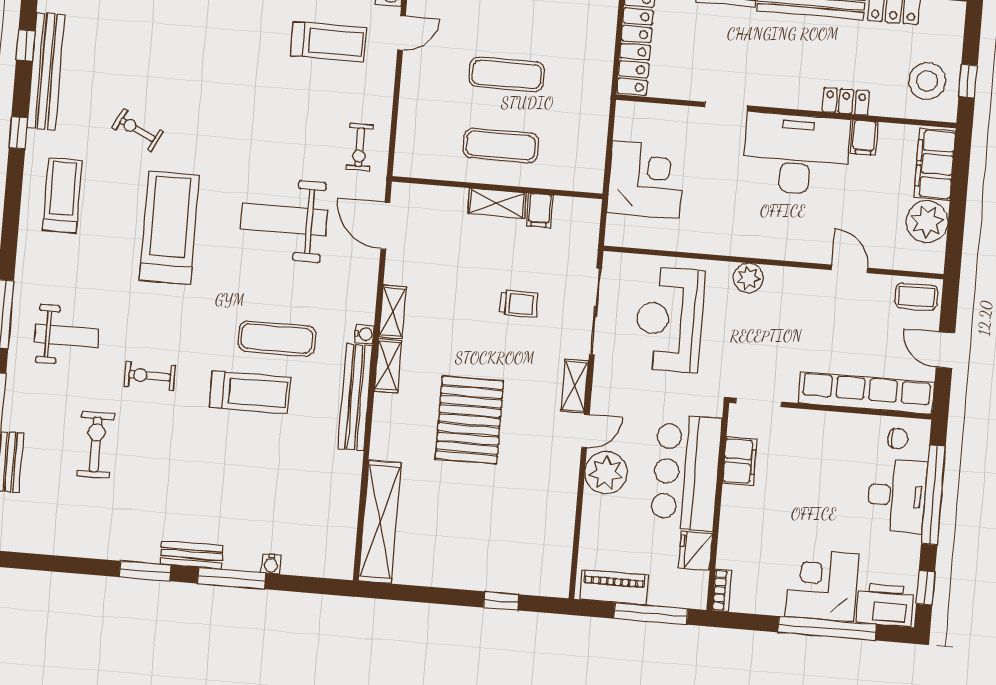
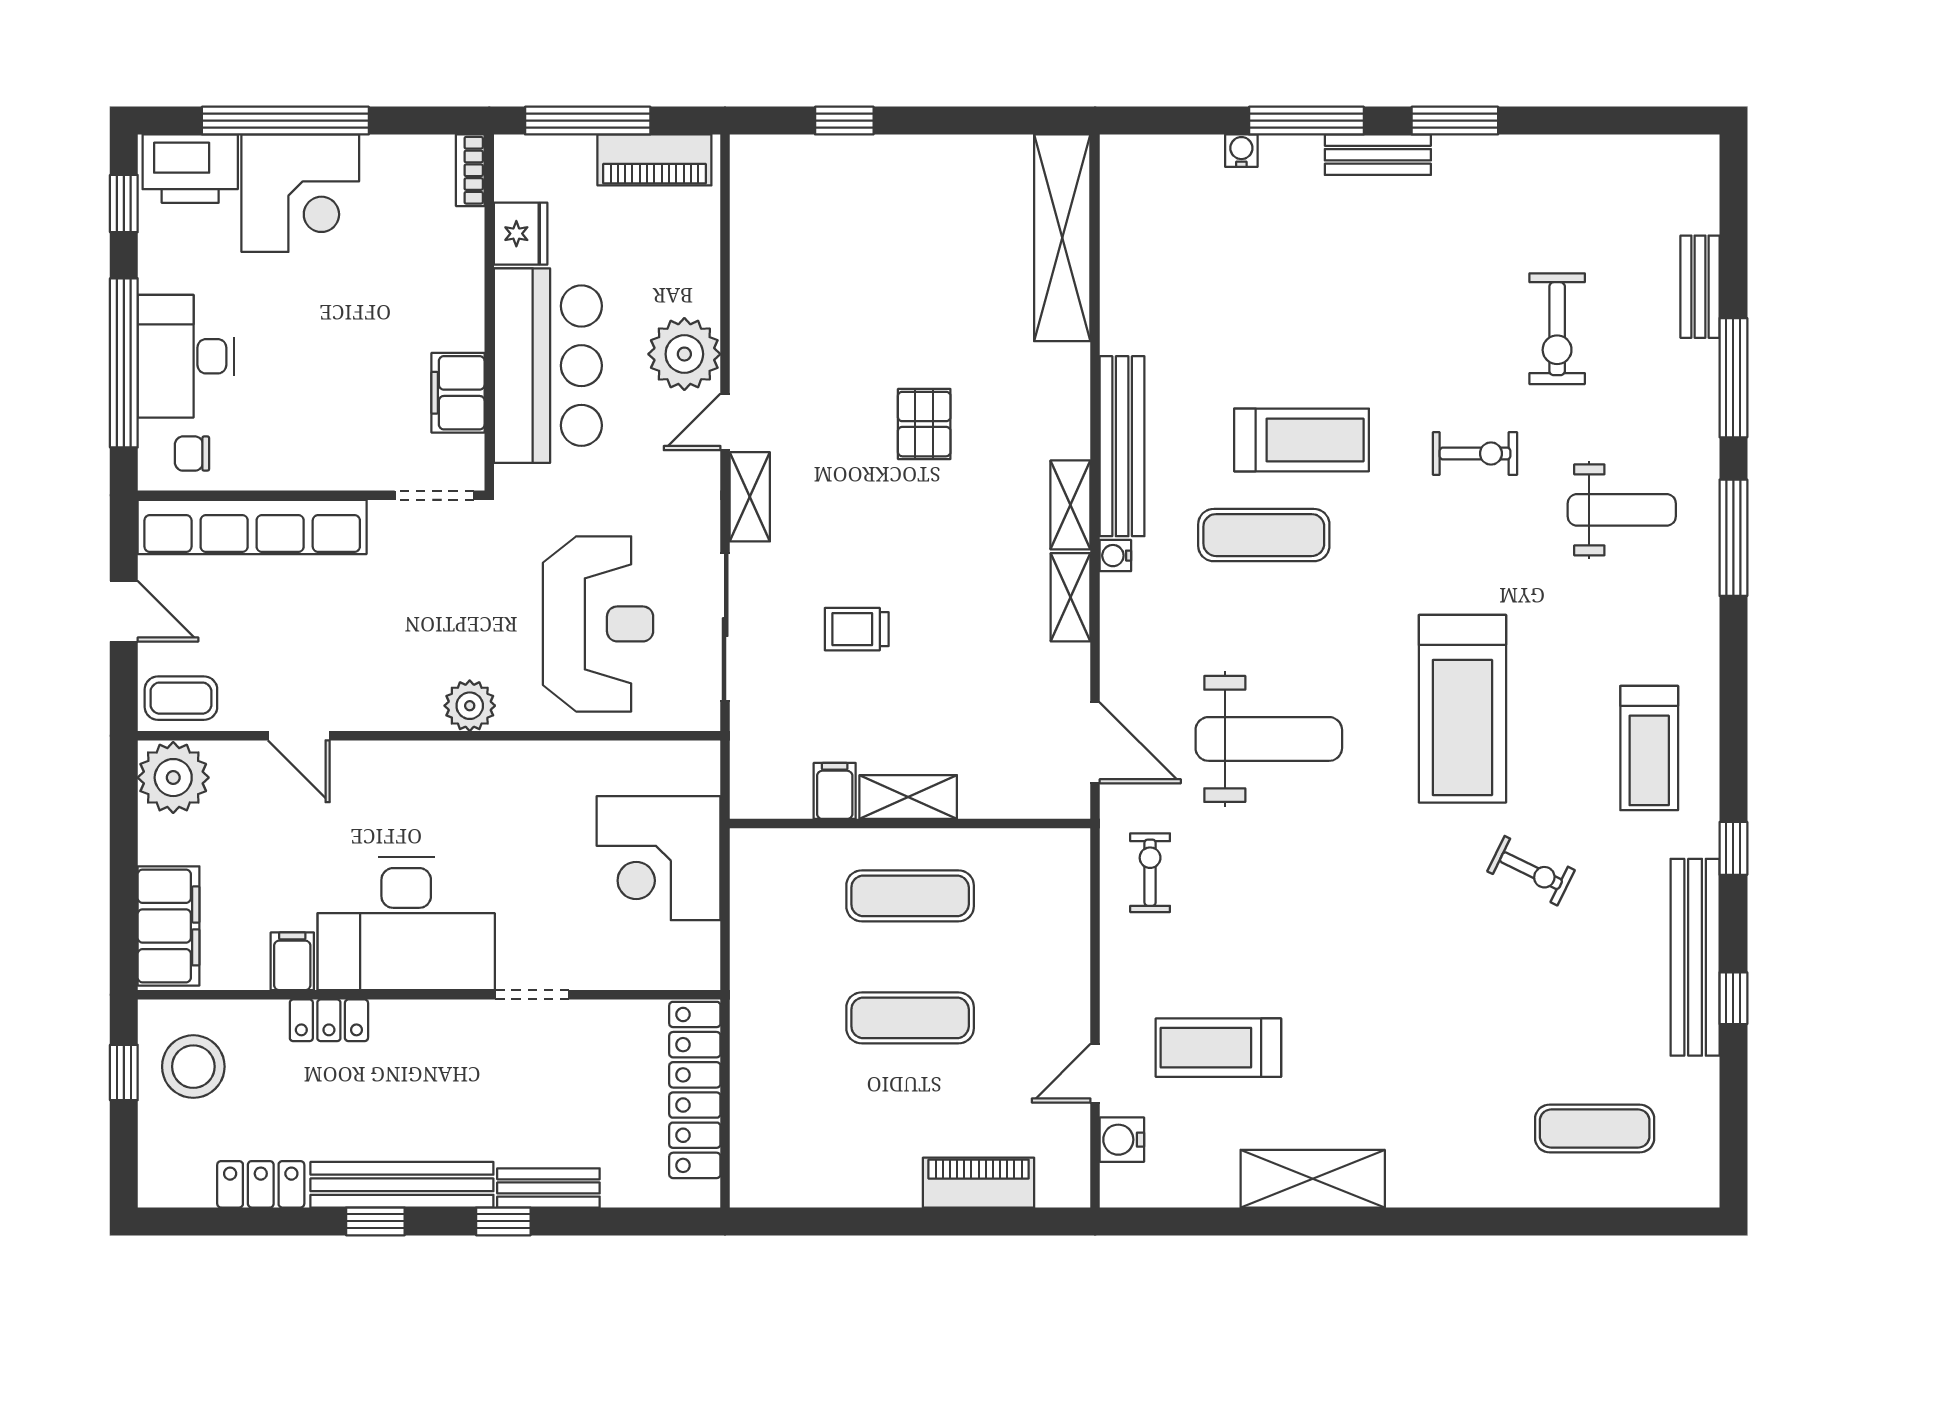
plant: (927, 222) -> (173, 778), moved
weight bench: (67, 336) -> (1622, 510), turned 180
treadmill: (250, 392) -> (1302, 440), turned 180
pallet: (469, 420) -> (924, 424), width x0.49, depth x0.50

